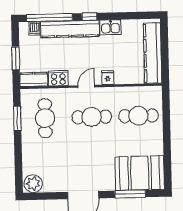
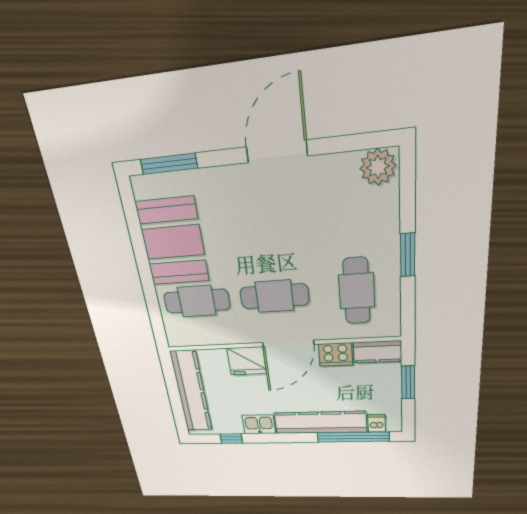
window: (89, 17) -> (231, 439), moved
fridge: (108, 77) -> (247, 361), width x1.88, depth x1.34
door: (86, 86) -> (288, 343), width x1.88
window: (17, 118) -> (408, 255), moved
booth: (140, 173) -> (173, 242), moved, turned 90
window: (130, 194) -> (169, 164), moved

